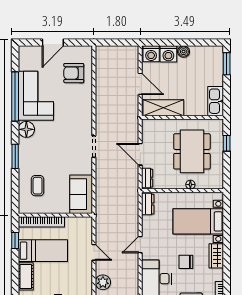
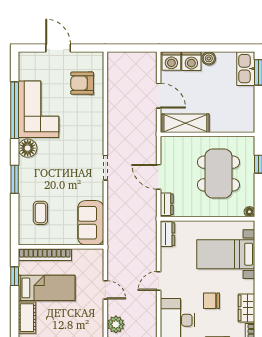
door: (53, 43) -> (58, 48), swing flipped
kitchen sink: (216, 101) -> (246, 69), moved
floor lamp: (190, 185) -> (249, 212), moved
wardrobe: (216, 256) -> (246, 308), moved

